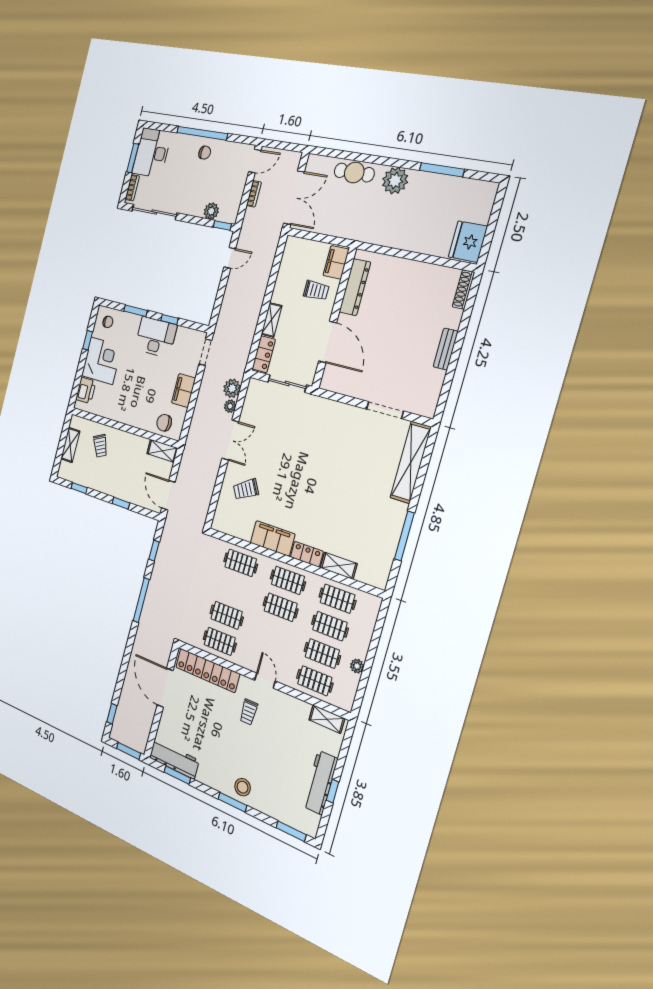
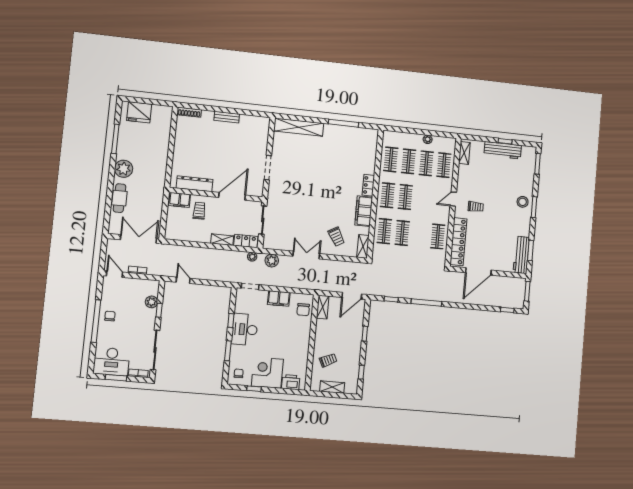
window: (222, 226) -> (159, 310), moved
fridge: (468, 242) -> (139, 112), moved
plant: (230, 406) -> (252, 257), moved
doorway: (385, 410) -> (268, 168), moved
shelving: (339, 566) -> (363, 246), moved
clothes rail: (227, 615) -> (402, 233), moved

